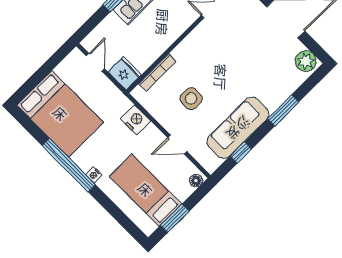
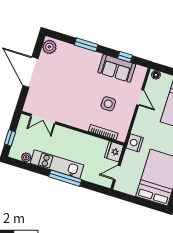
nightstand: (136, 120) -> (135, 143), moved
sofa: (238, 128) -> (117, 68), width x0.73

